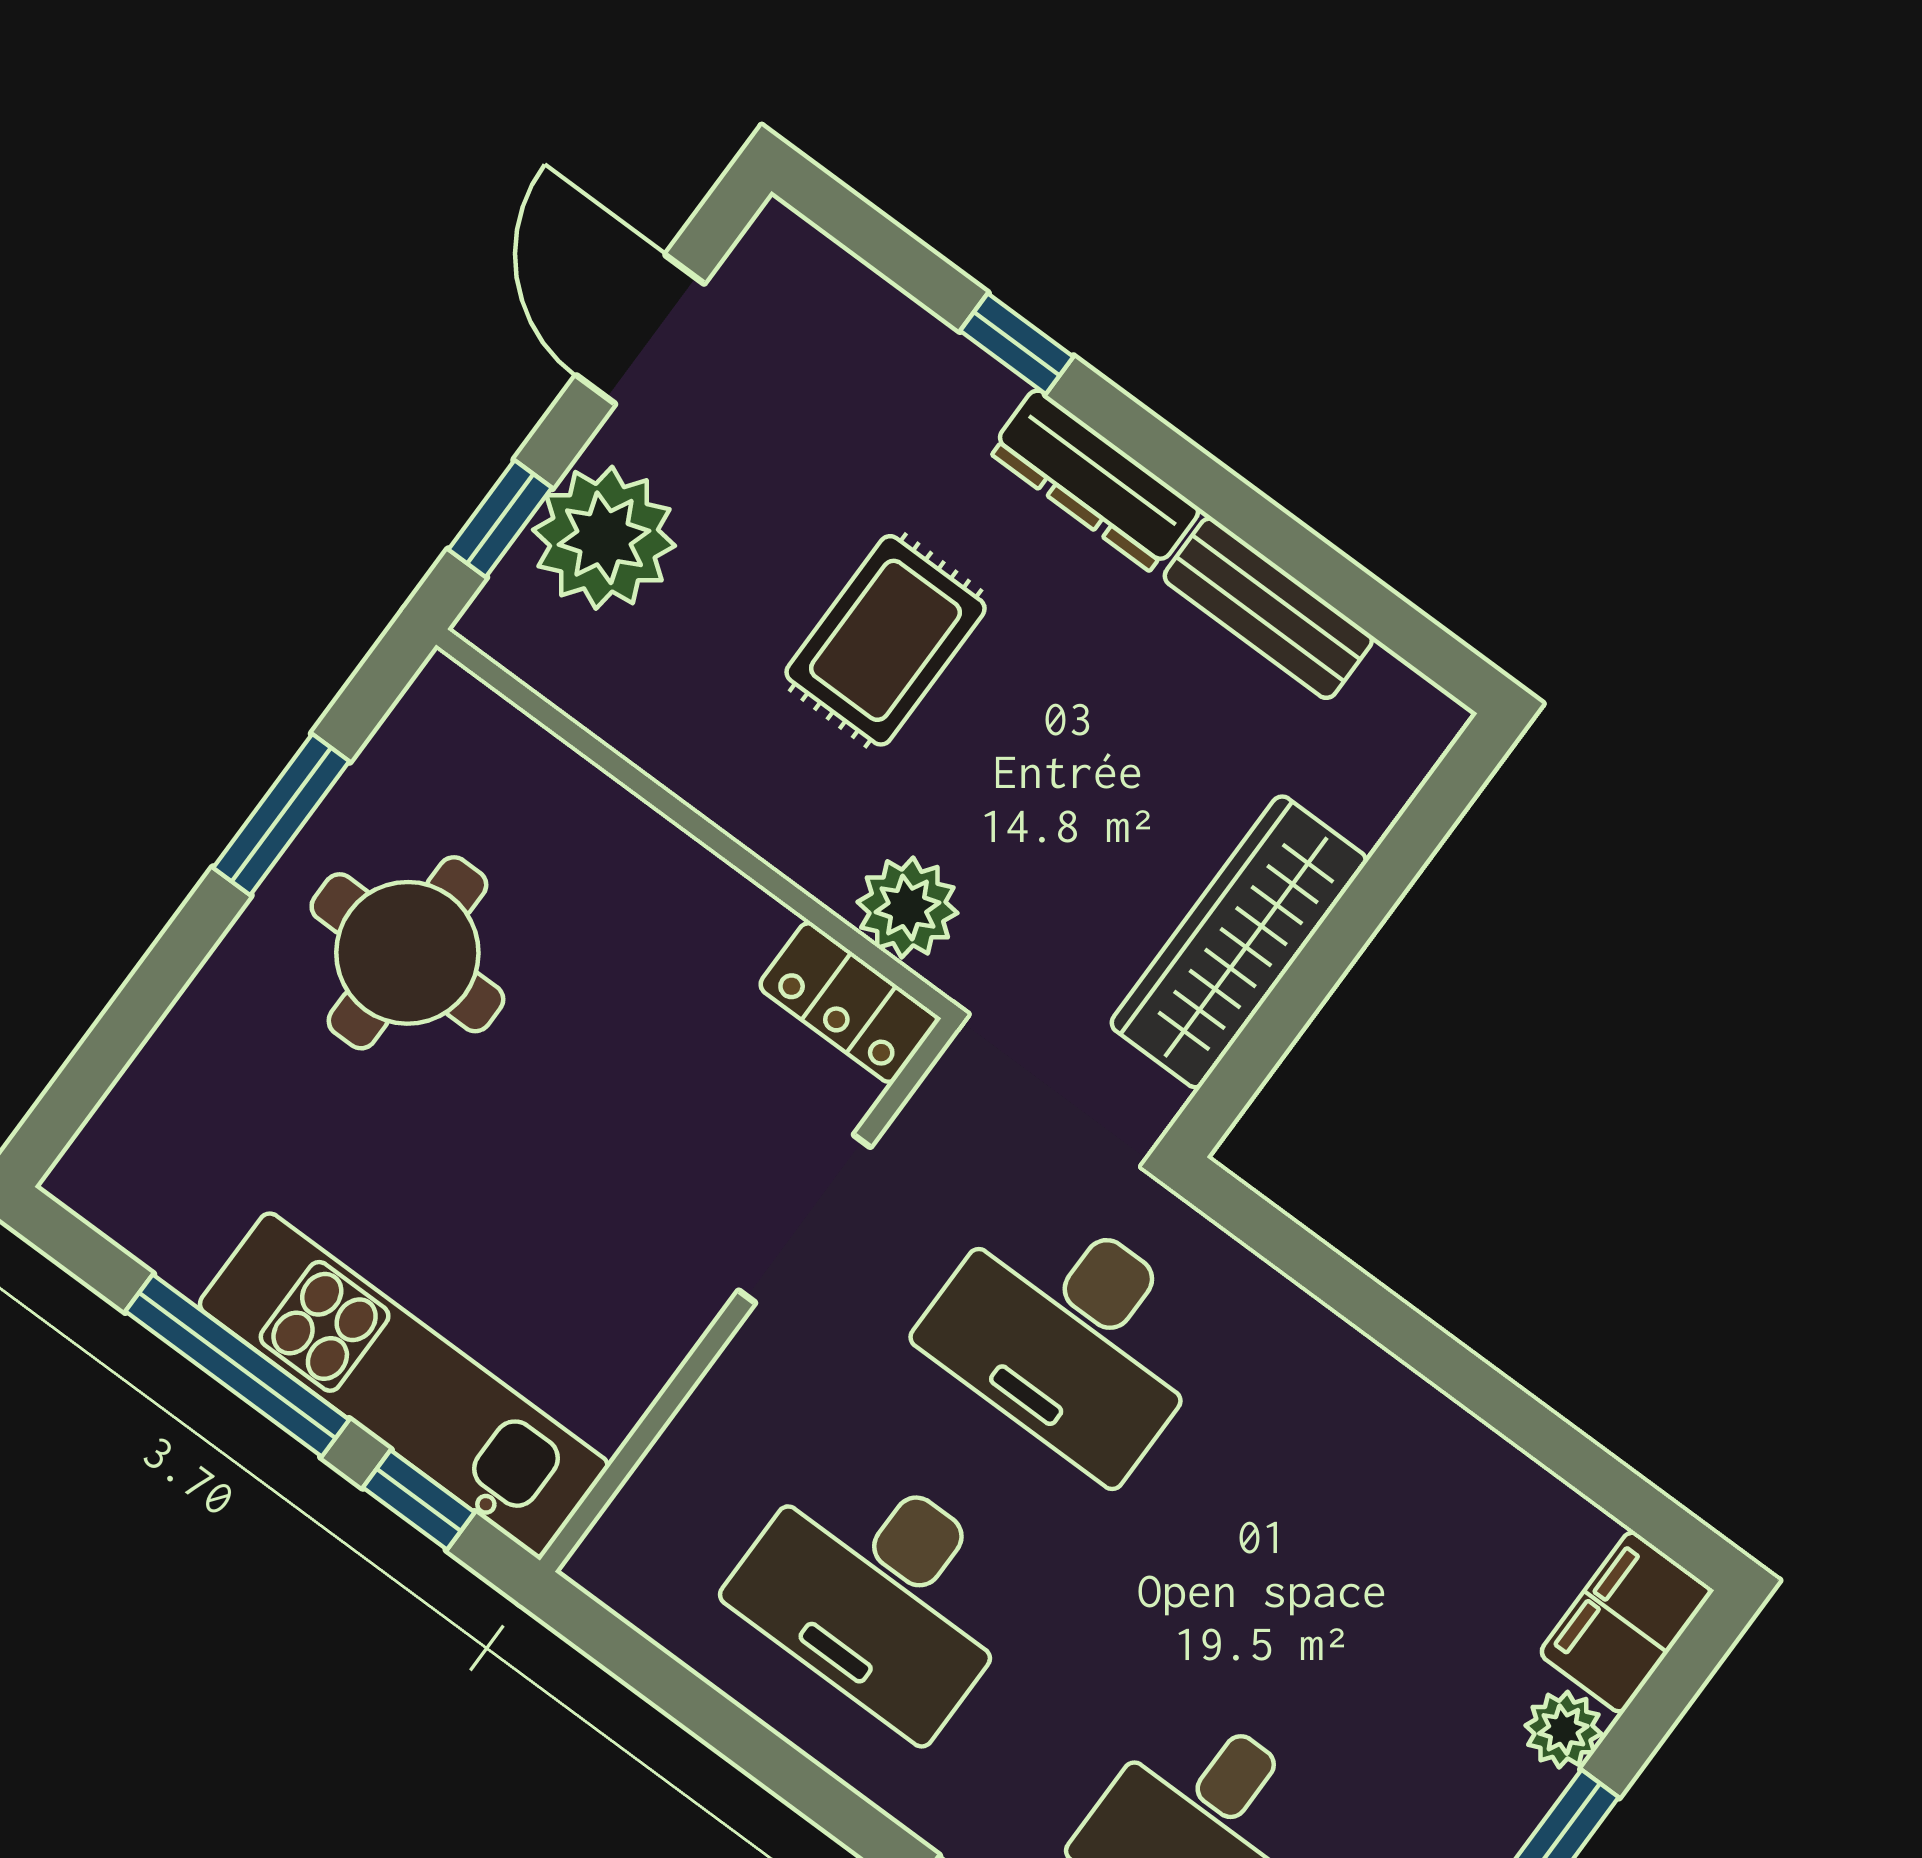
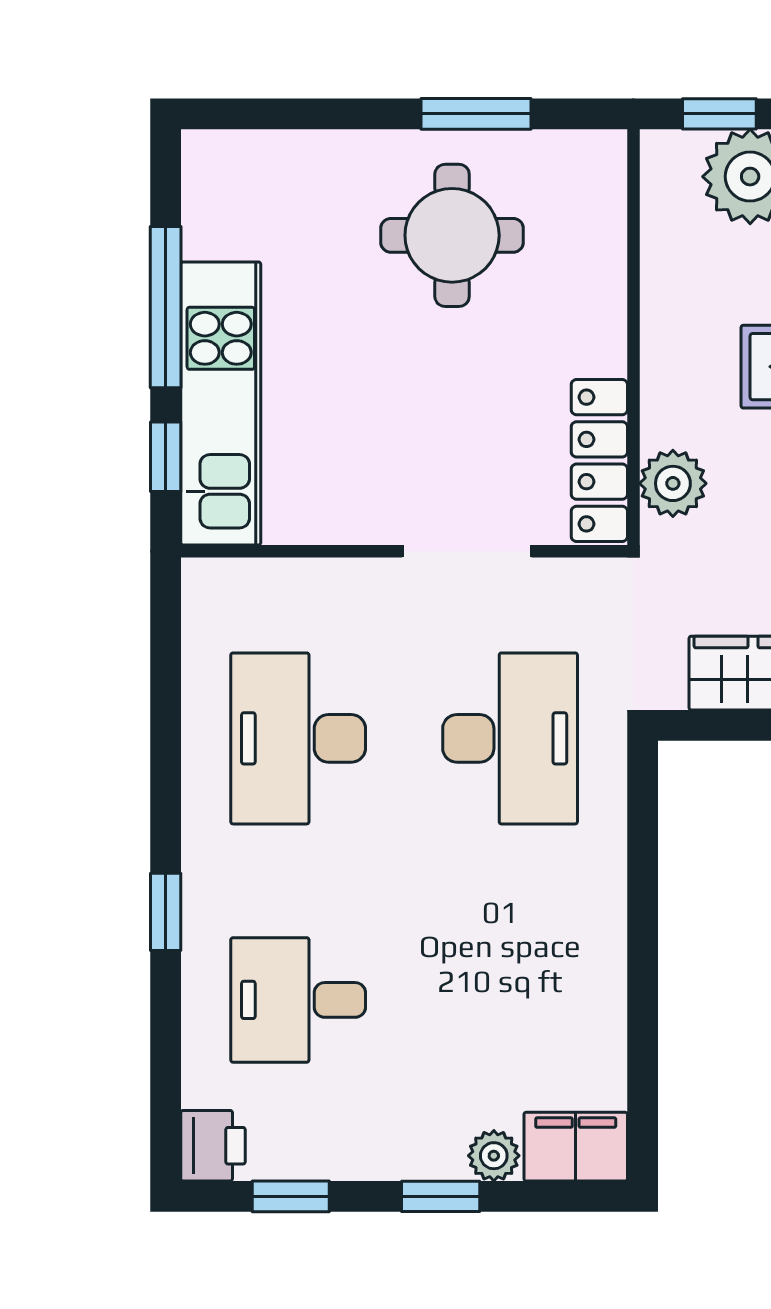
locker: (849, 1002) -> (599, 461), width x1.53
desk: (1071, 1335) -> (510, 738), turned 180

